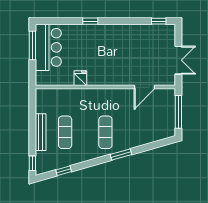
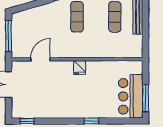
fridge: (80, 78) -> (80, 68), moved

